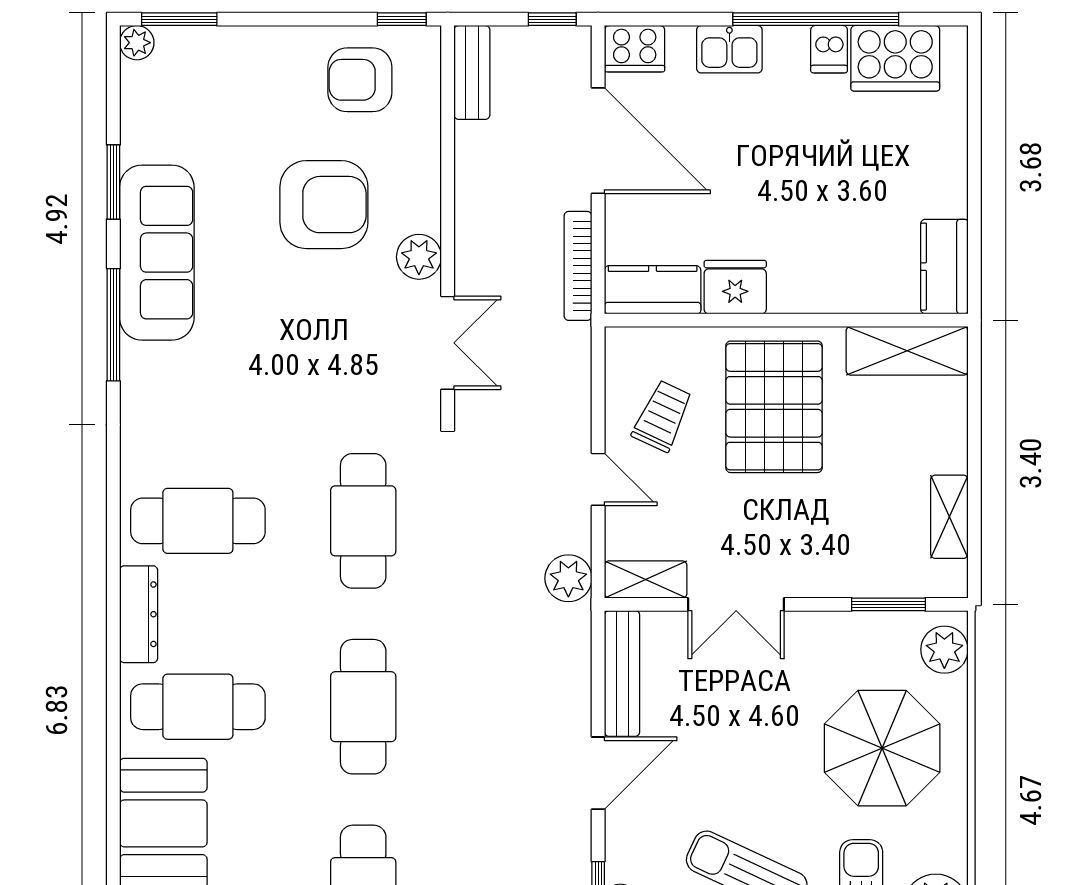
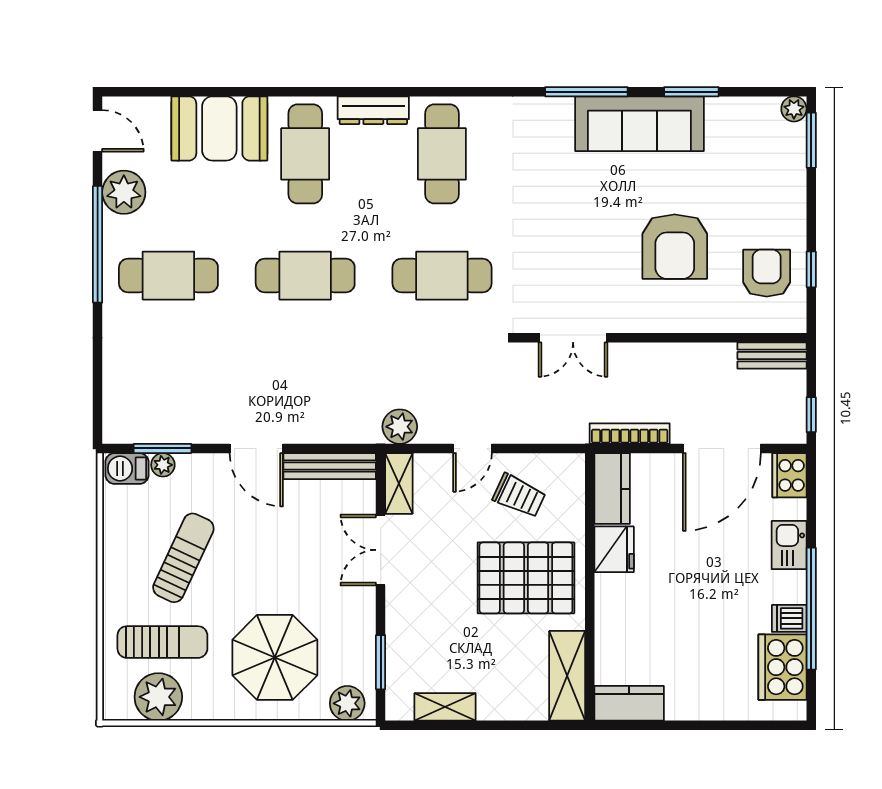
window: (402, 19) -> (811, 269), moved
plant: (419, 257) -> (636, 317), removed

